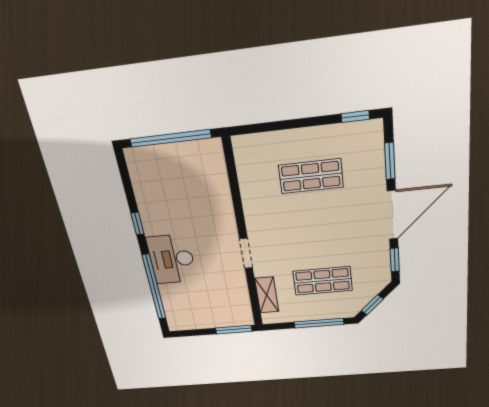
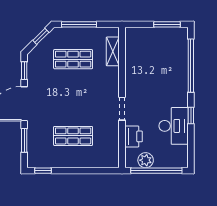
plant: (191, 152) -> (146, 160), added
printer: (216, 186) -> (133, 136), added
doorway: (246, 253) -> (122, 109), moved
desk: (172, 259) -> (174, 126), moved
window: (234, 330) -> (167, 24), moved

